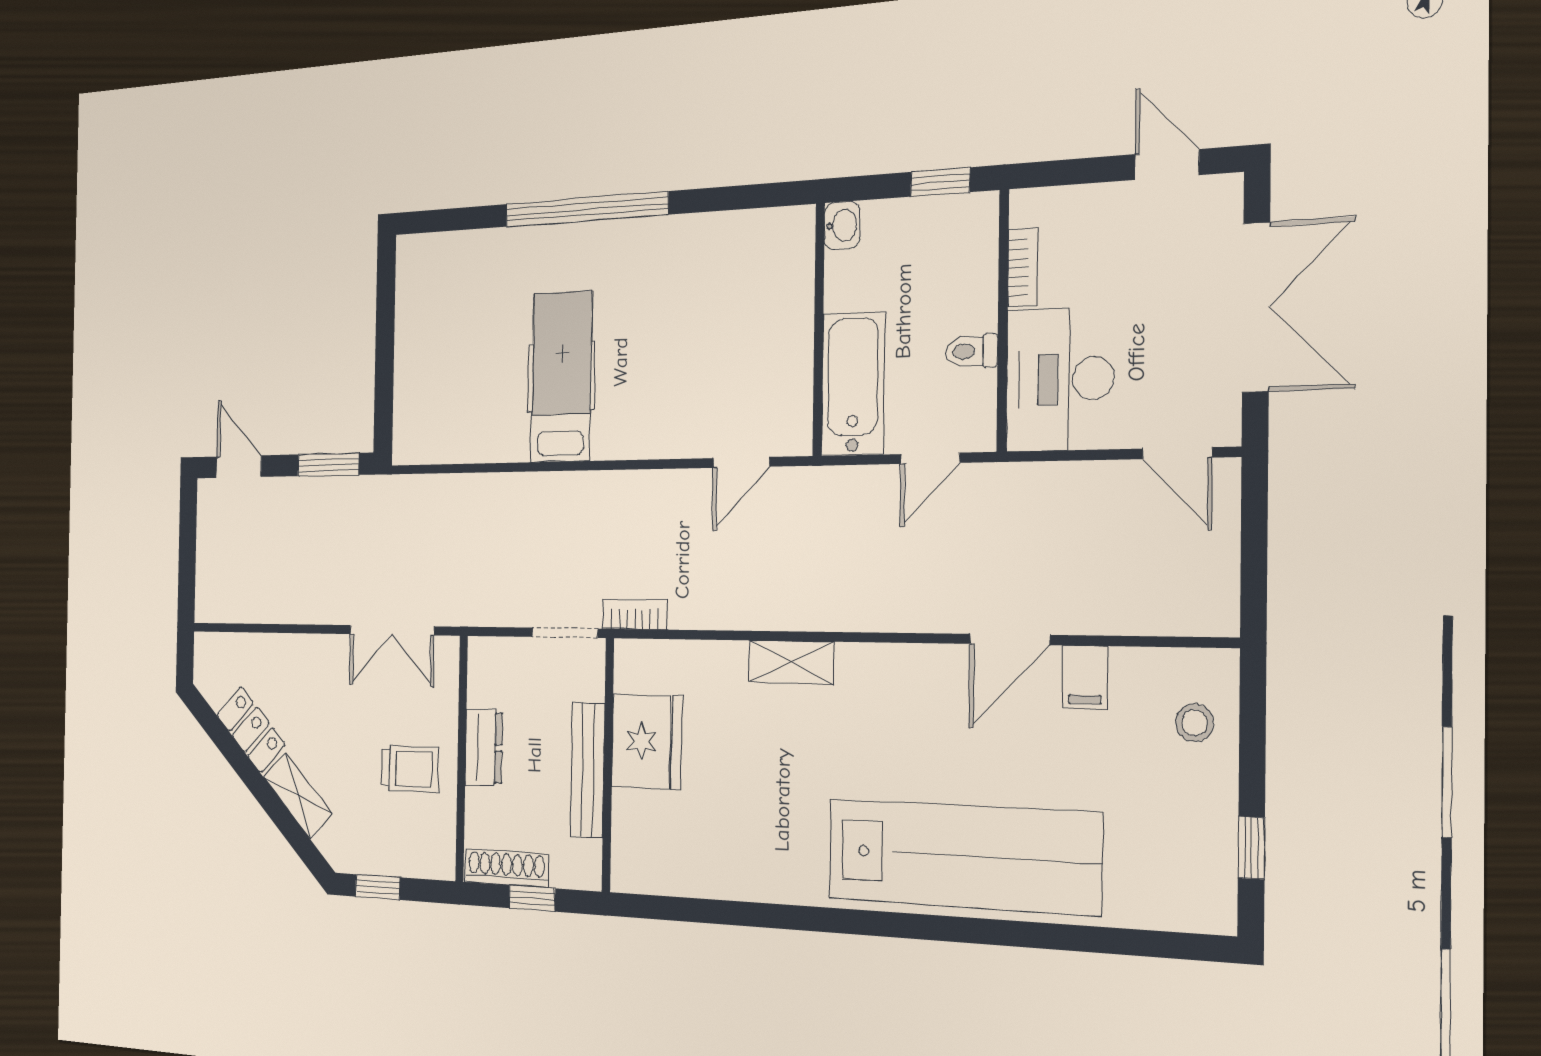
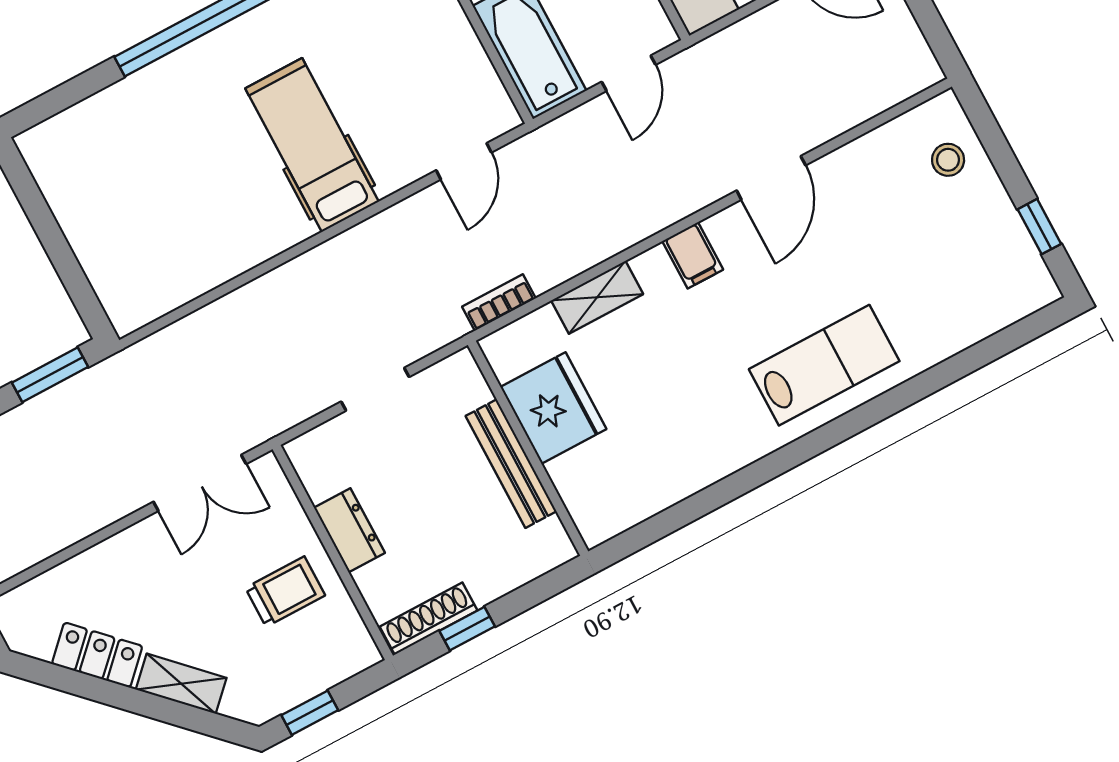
hospital bed: (561, 377) -> (312, 145), moved
bookcase: (635, 614) -> (499, 303), moved
filing cabinet: (1085, 677) -> (693, 255), moved
fridge: (647, 742) -> (553, 408), moved
wall: (608, 765) -> (528, 448), moved
bench: (587, 770) -> (511, 464), moved
lab bench: (962, 856) -> (824, 365), width x0.54, depth x0.72

